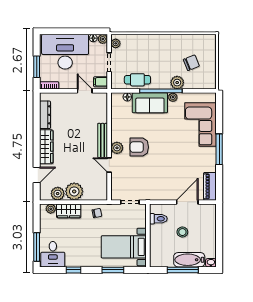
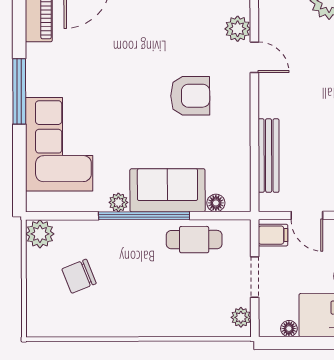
plant: (103, 39) -> (269, 327), removed
plant: (177, 83) -> (40, 234), moved
bench: (103, 140) -> (269, 156), moved
plant: (117, 148) -> (238, 29), moved

